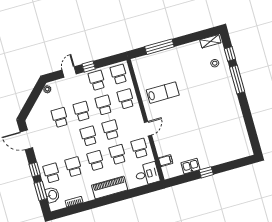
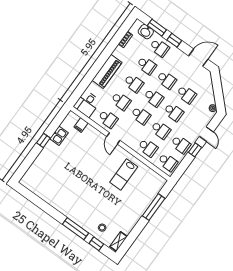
school desk: (67, 142) -> (166, 80), added

